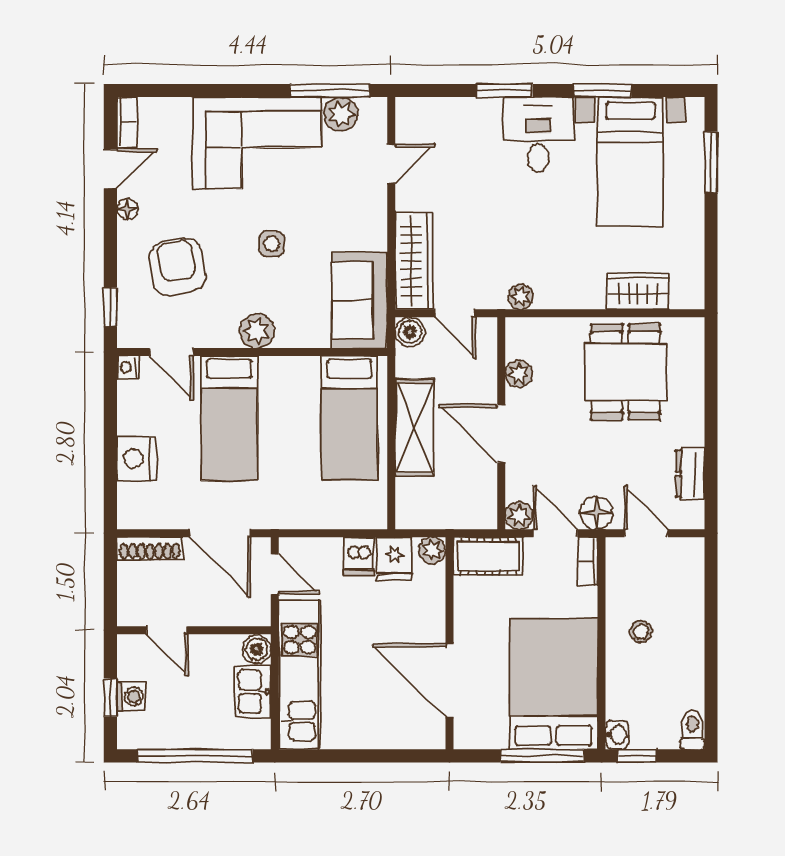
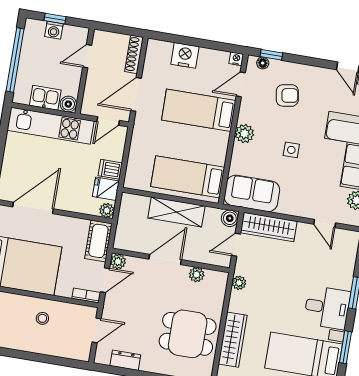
floor lamp: (127, 209) -> (263, 63), moved
armchair: (177, 267) -> (287, 95), width x0.72, depth x0.72
wardrobe: (638, 291) -> (233, 340), width x1.50
floor lamp: (597, 513) -> (112, 305), removed

